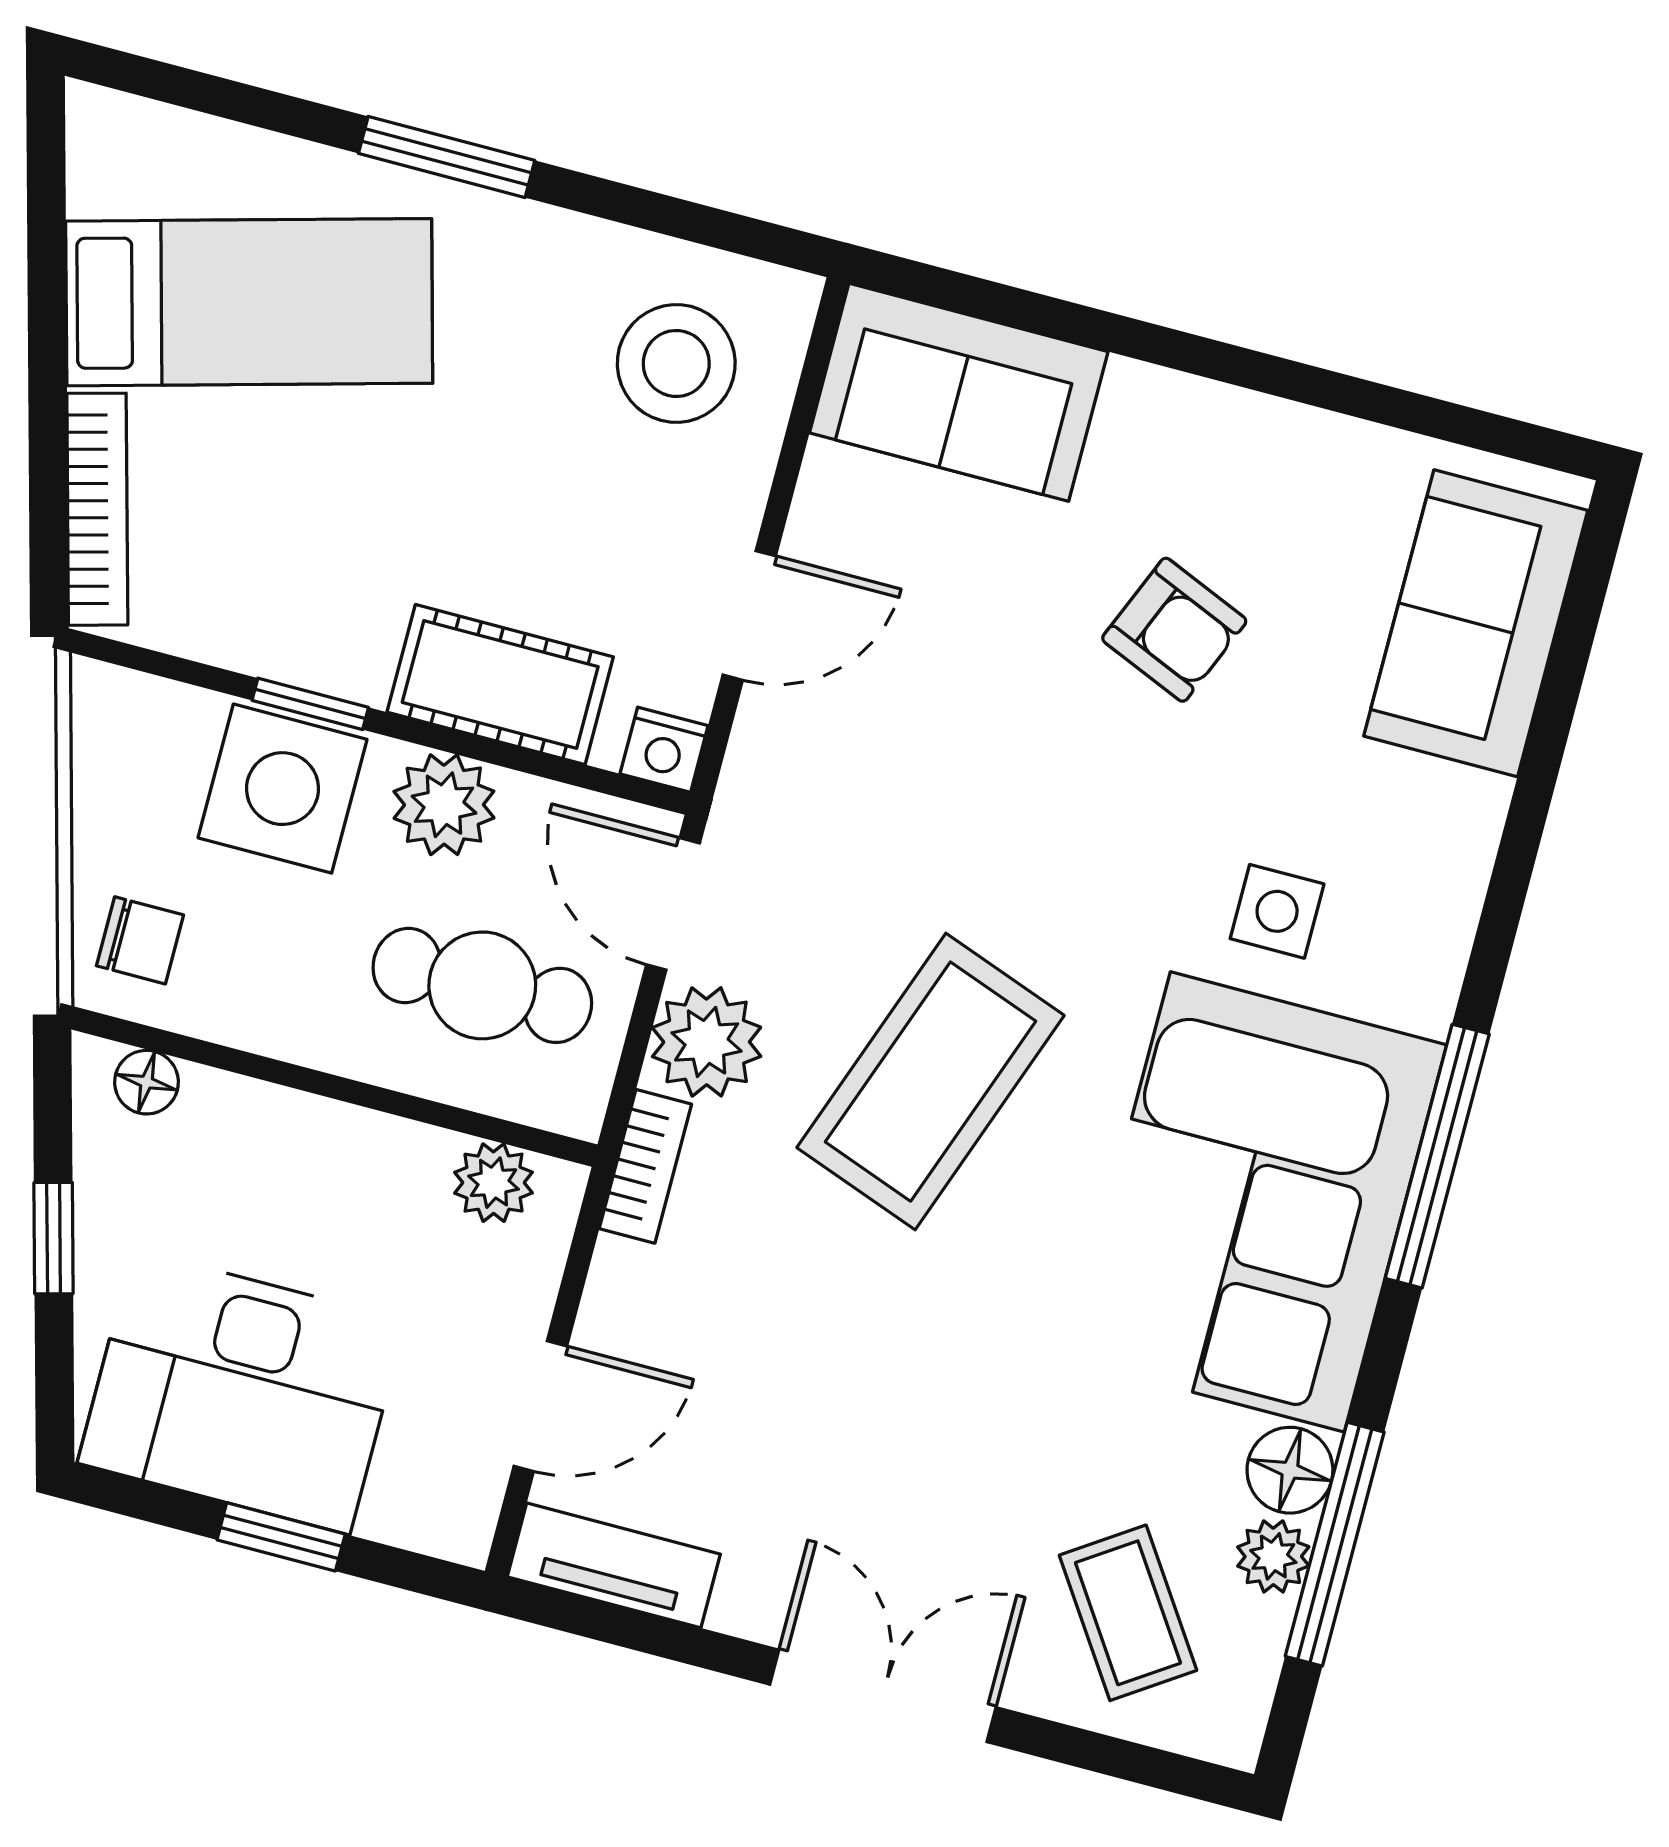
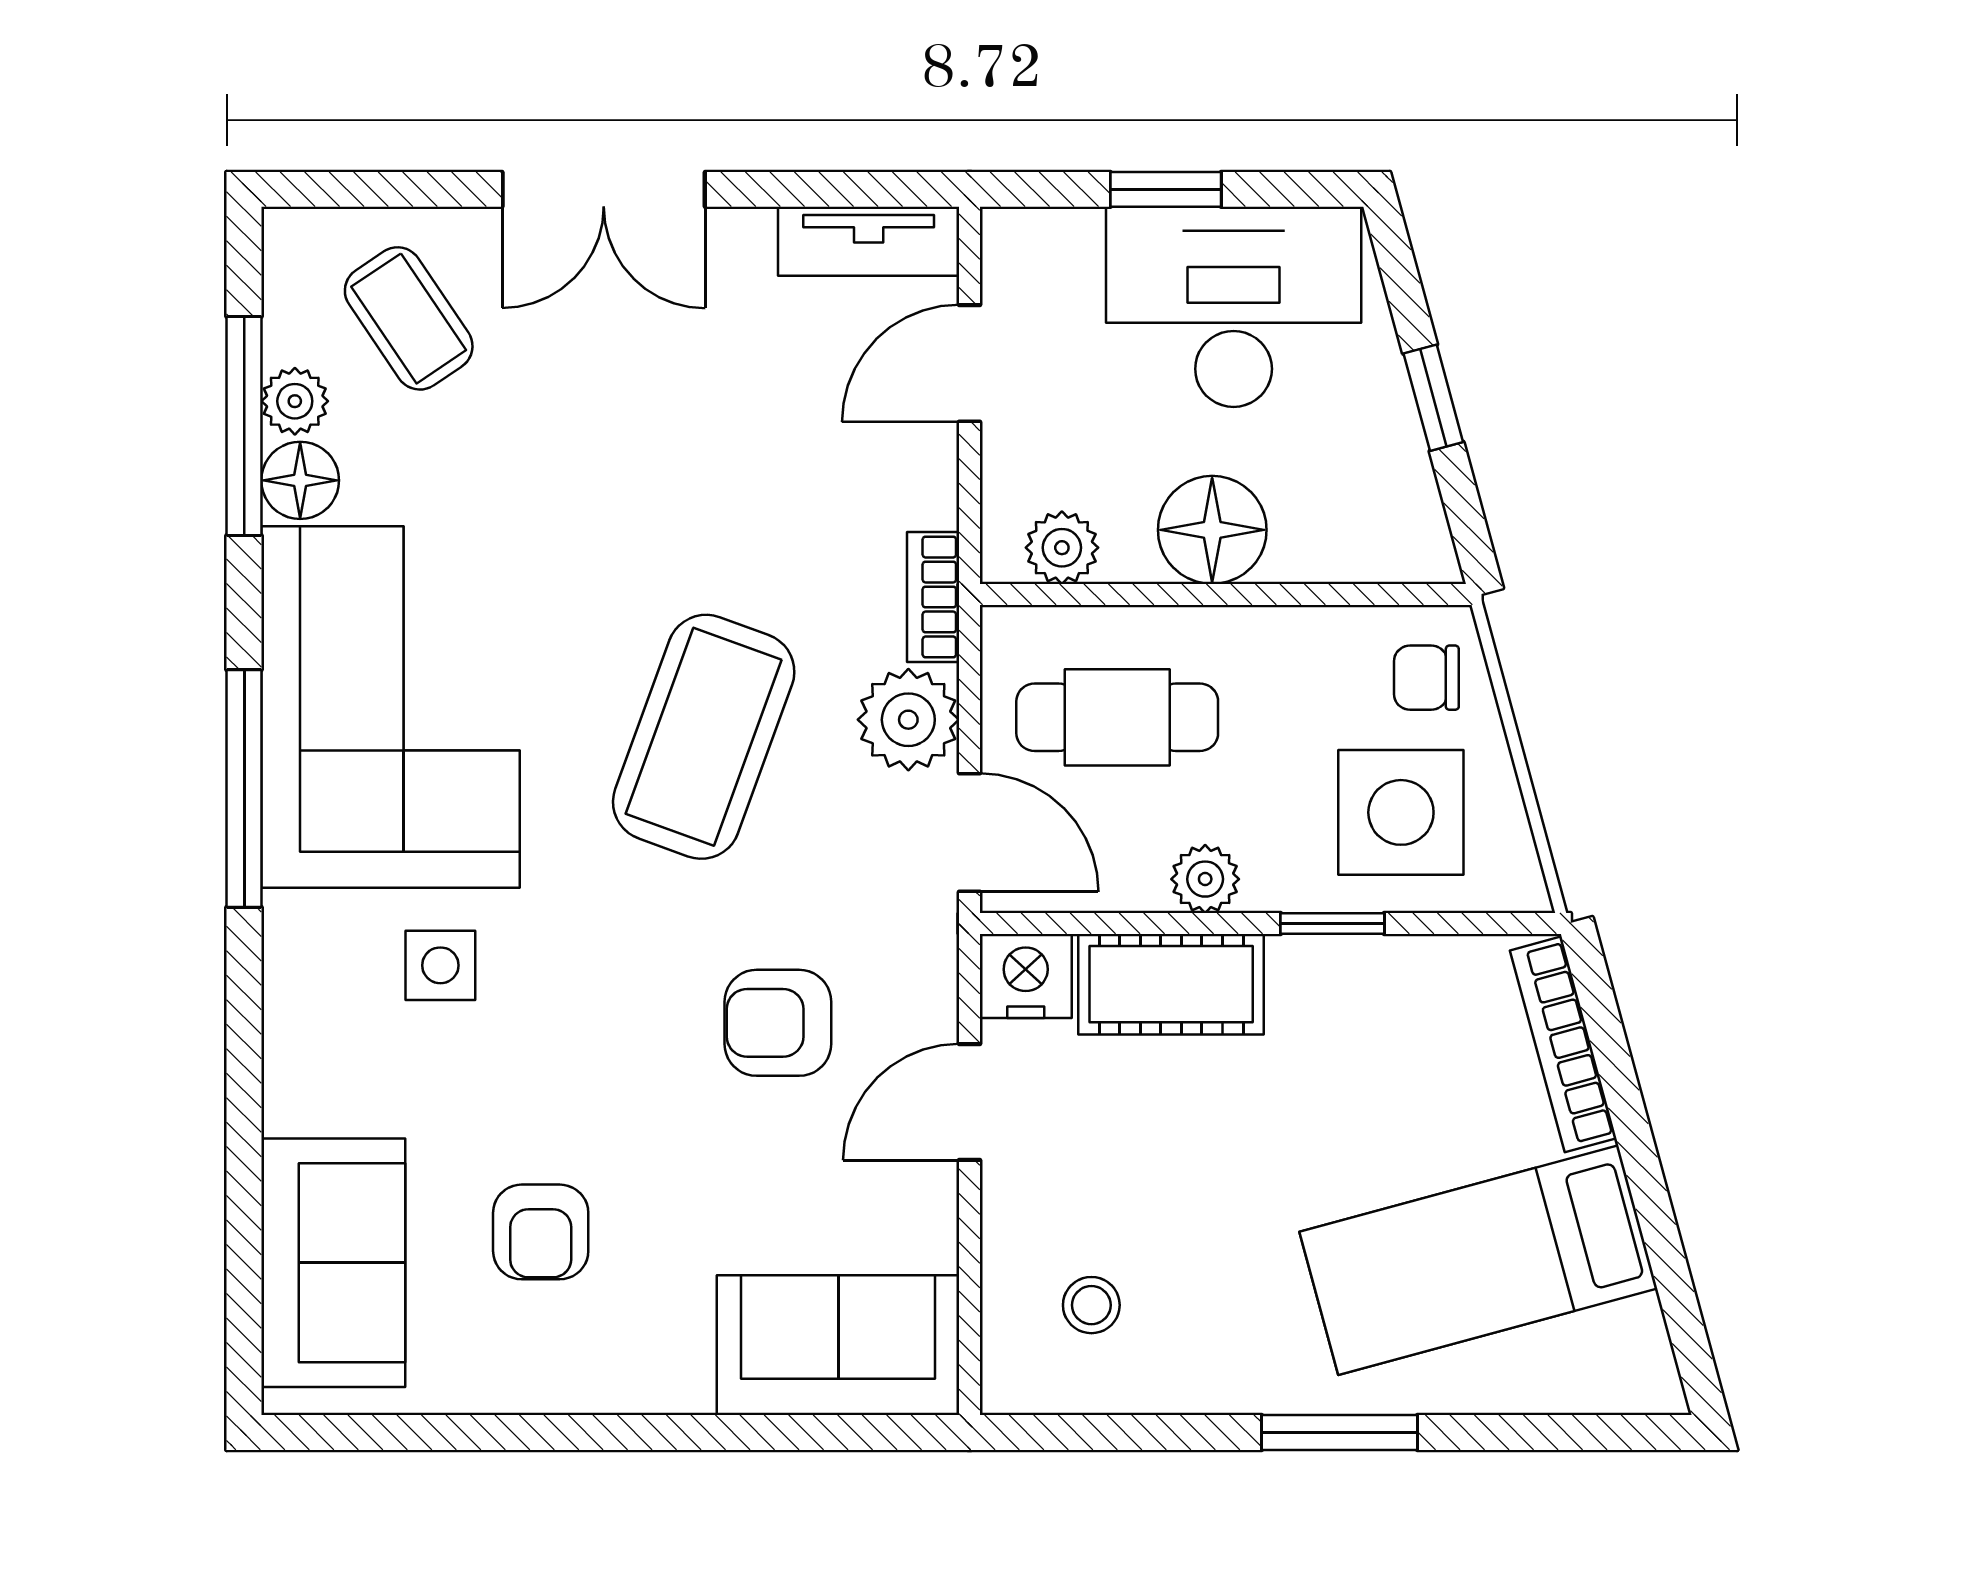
stool: (676, 363) -> (1091, 1305), width x0.53, depth x0.53
armchair: (1174, 630) -> (541, 1232), moved, turned -113
nightstand: (664, 750) -> (1026, 976), width x1.39, depth x1.35
armchair: (932, 754) -> (778, 1023), added
side table: (283, 789) -> (1401, 812), moved
plant: (444, 805) -> (1205, 879), width x0.73, depth x0.73
floor lamp: (147, 1082) -> (1212, 530), moved, width x1.89, depth x1.89

